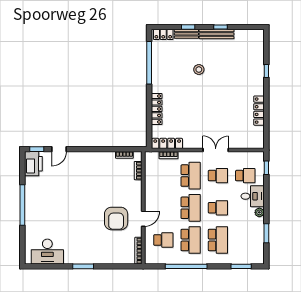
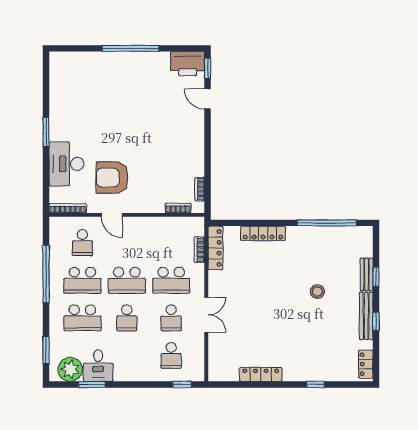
locker: (163, 34) -> (366, 364), moved
desk: (253, 196) -> (98, 366), moved
plant: (259, 212) -> (70, 369), moved, width x1.88, depth x1.88
desk: (47, 252) -> (66, 164), moved

